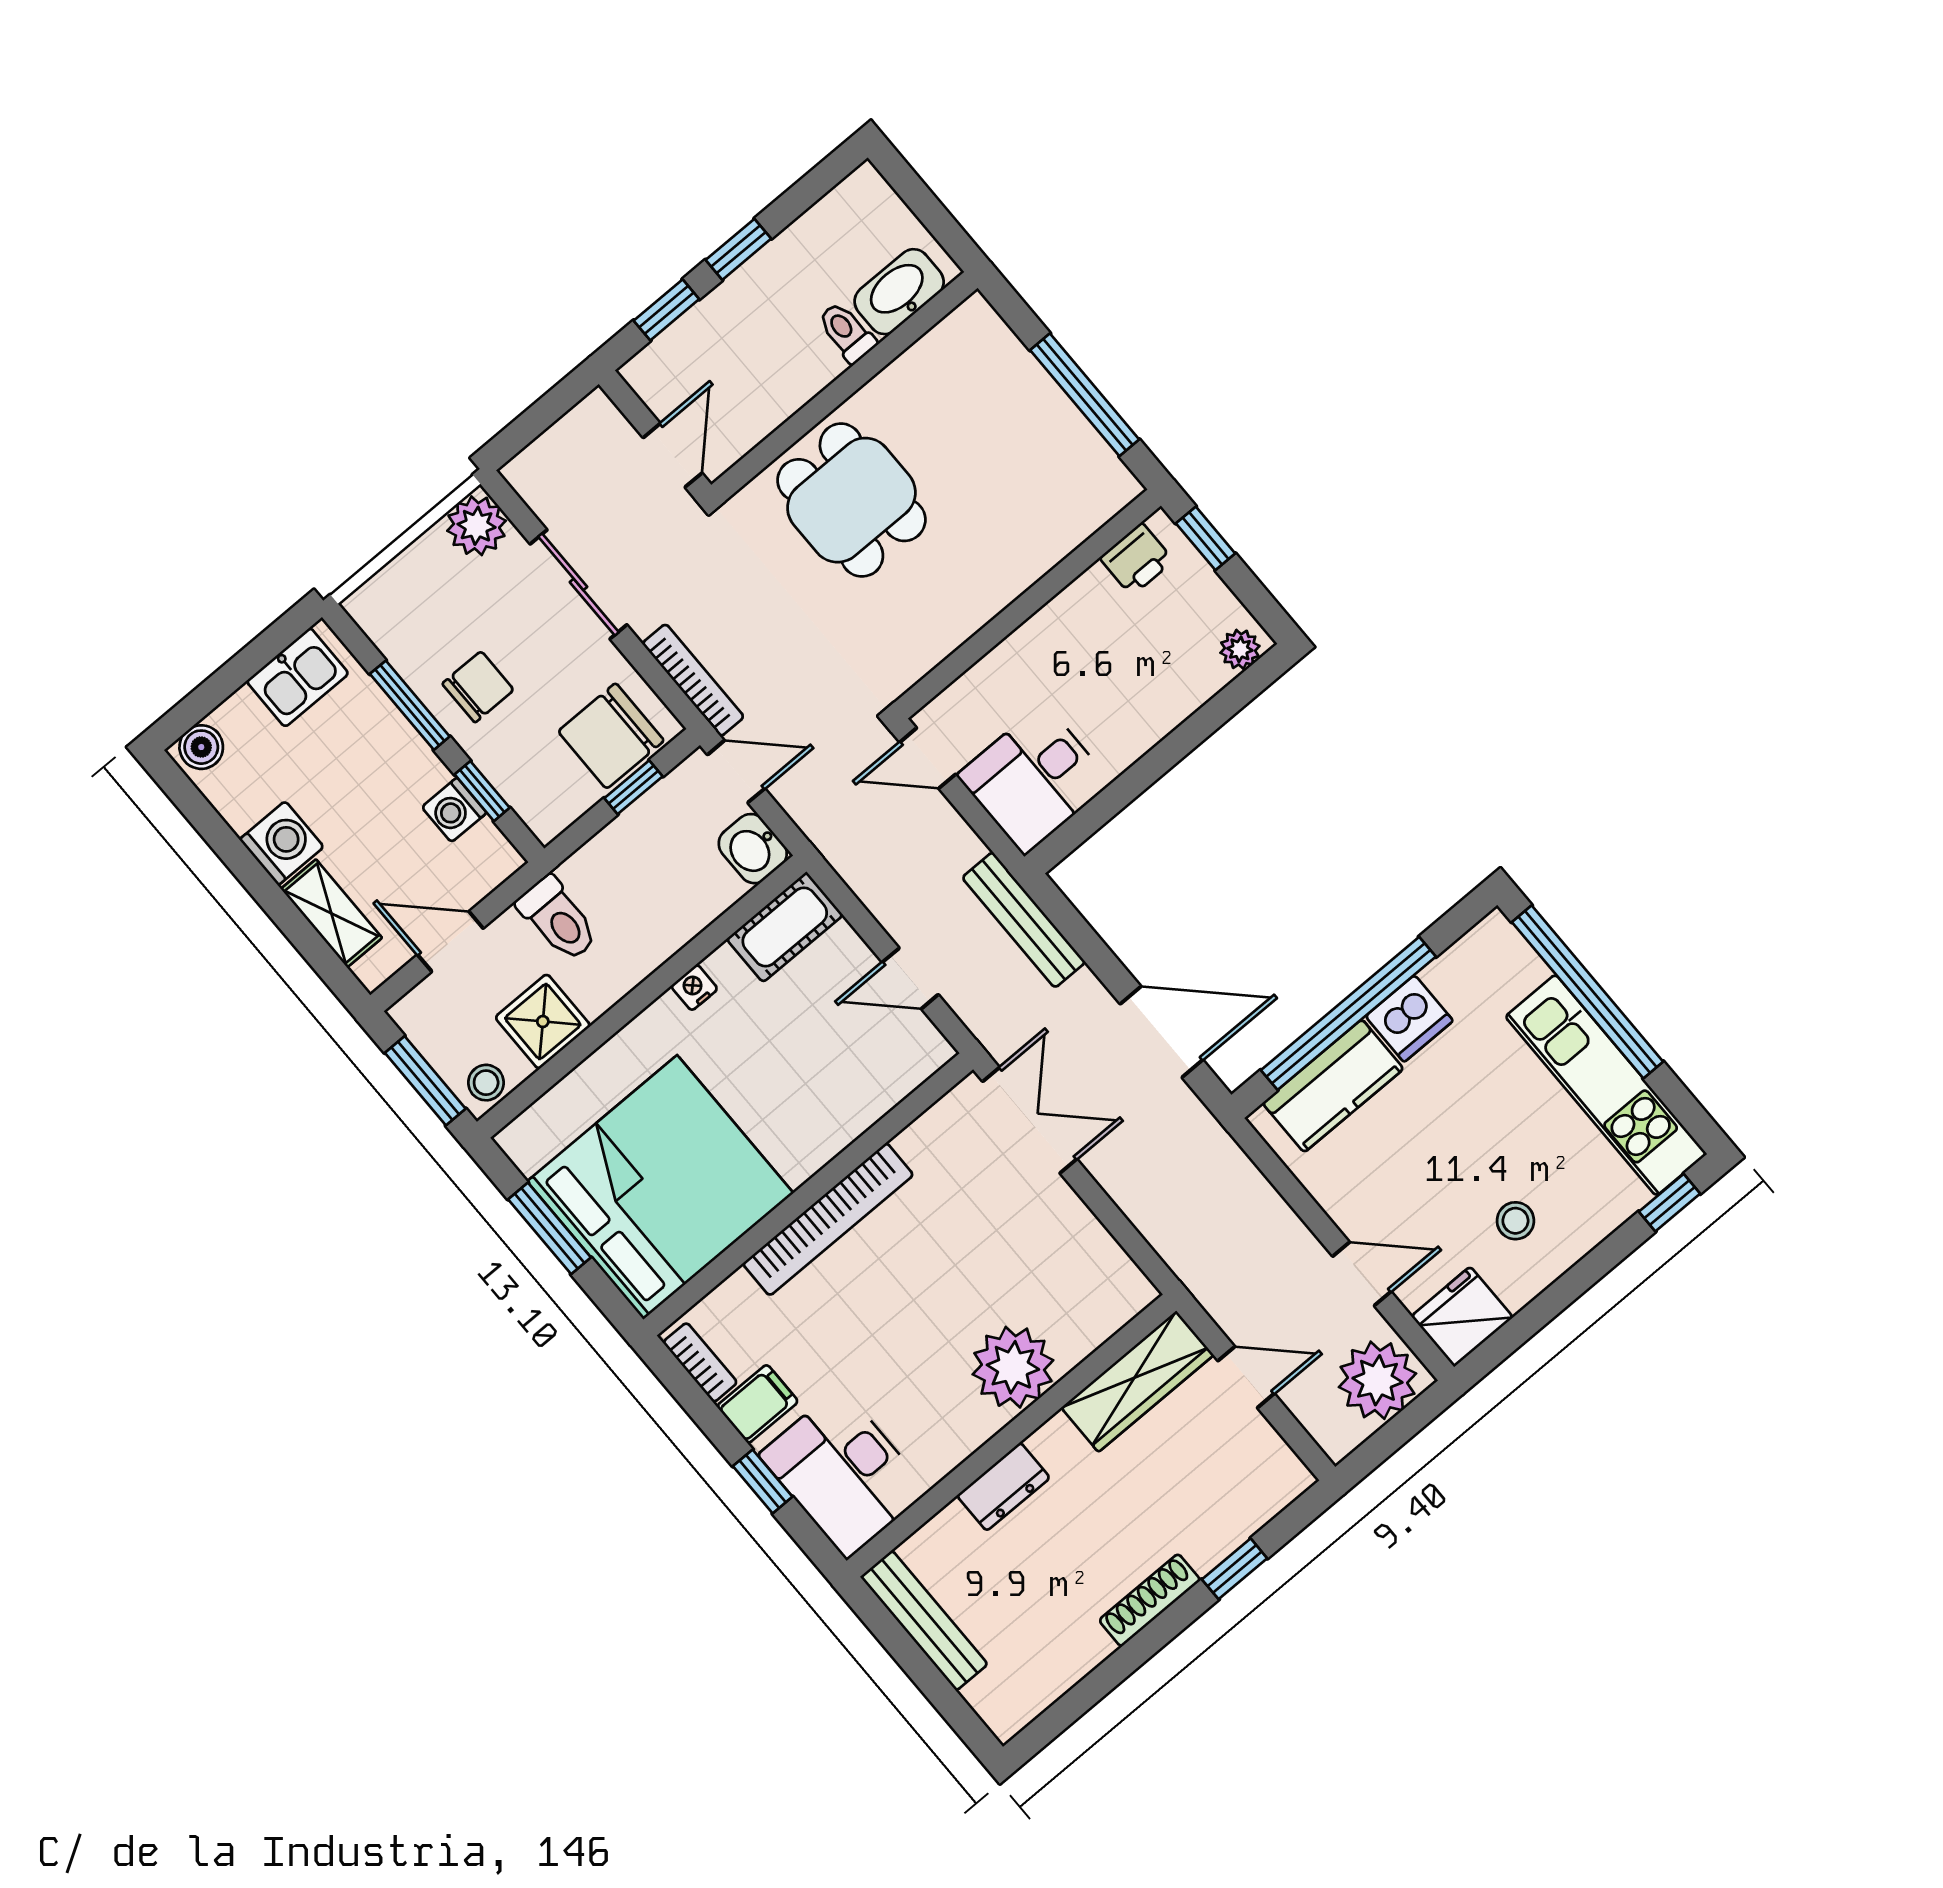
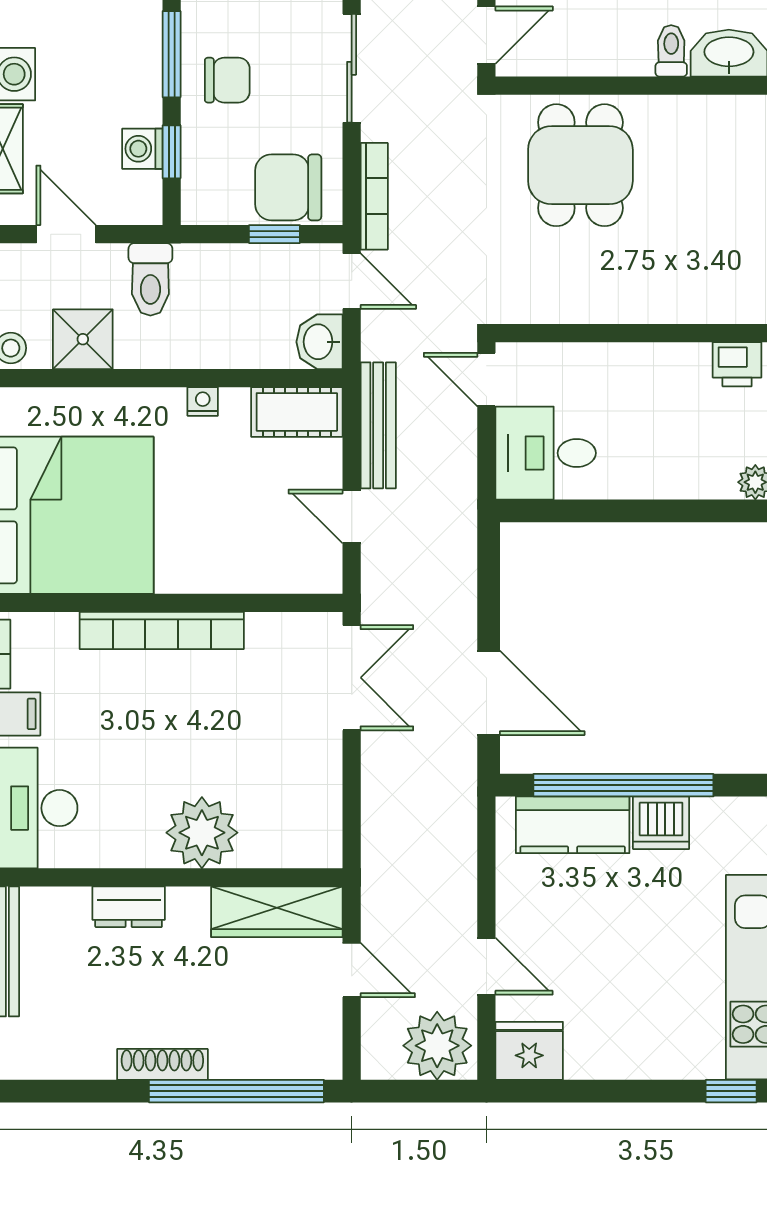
bench: (1024, 920) -> (378, 425), moved
stool: (1515, 1221) -> (618, 1017), removed
window: (1235, 1569) -> (236, 1091), width x3.17

